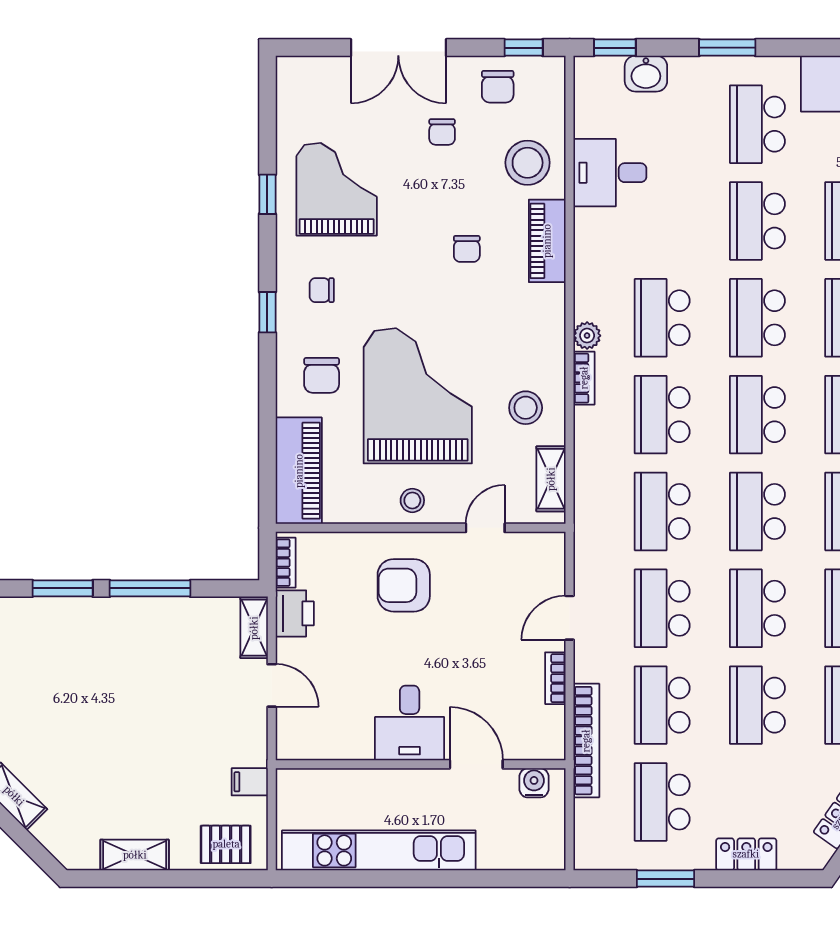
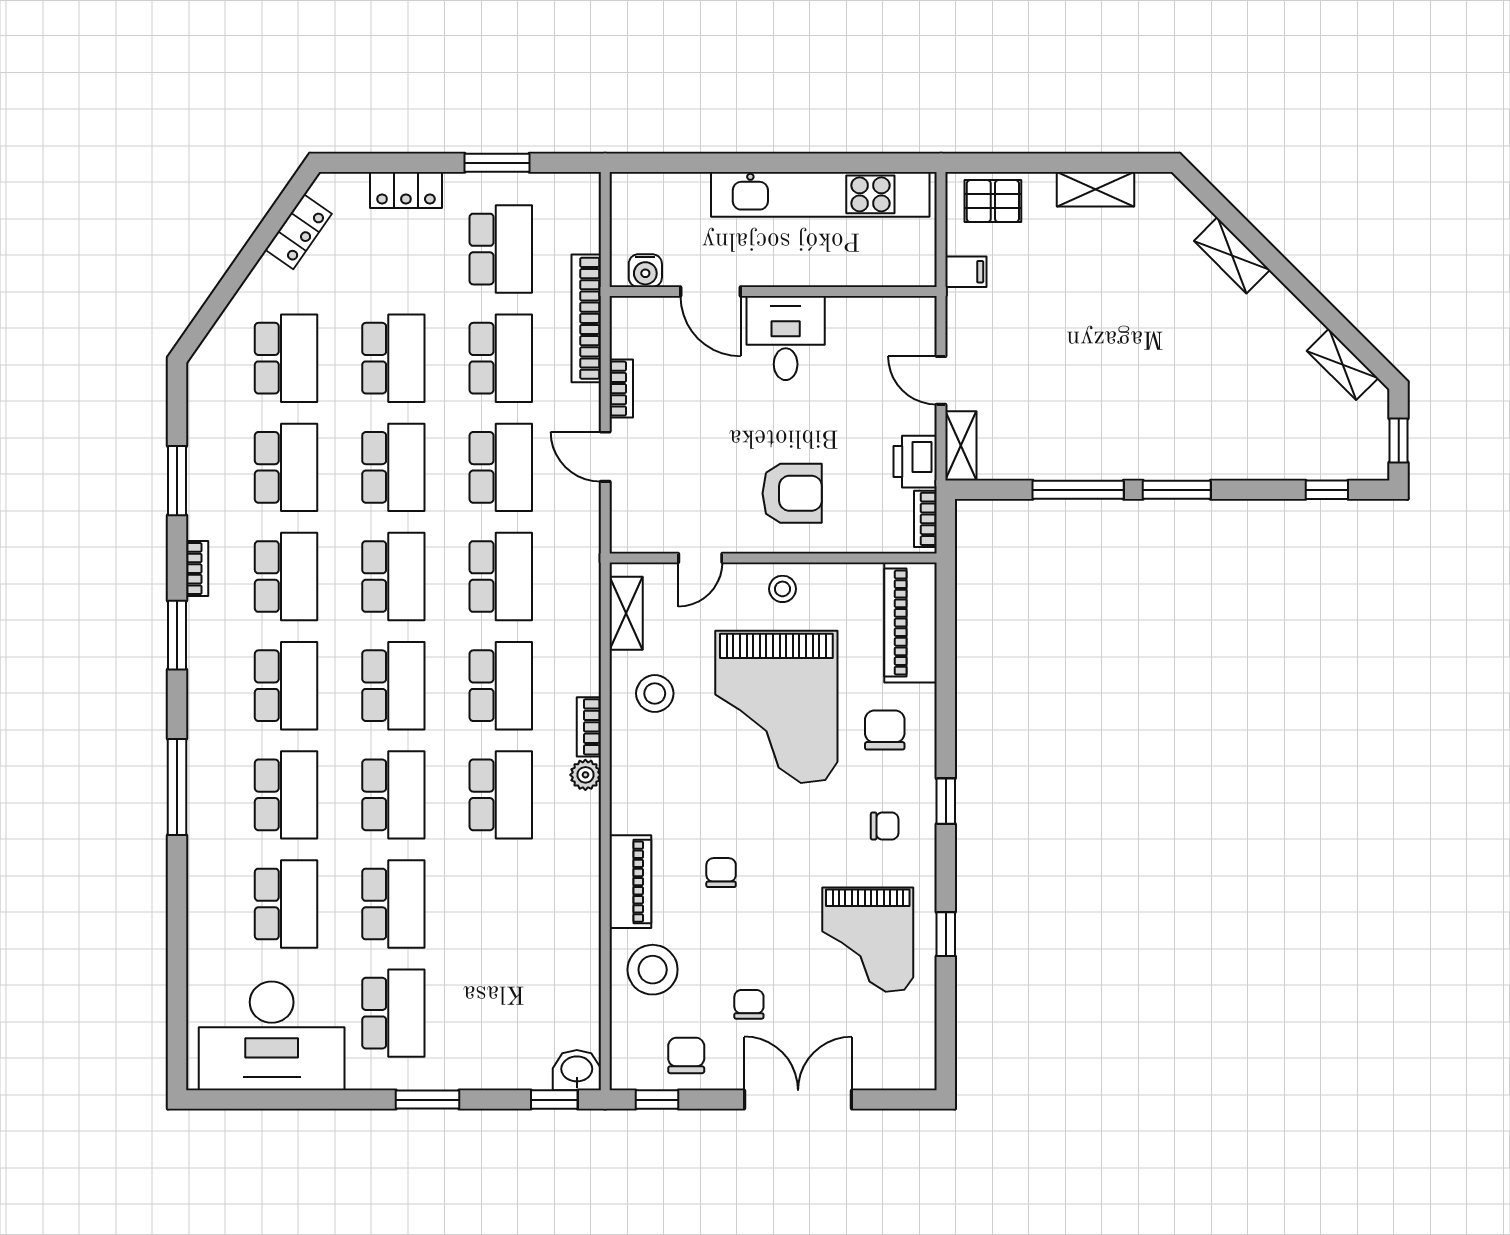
washbasin: (646, 74) -> (577, 1070), moved
desk: (610, 173) -> (560, 958), removed
door: (570, 618) -> (605, 457), swing flipped

